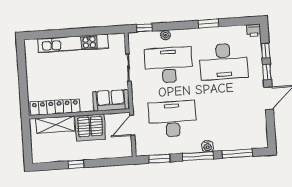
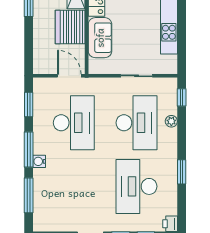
sofa: (111, 100) -> (100, 38), moved

